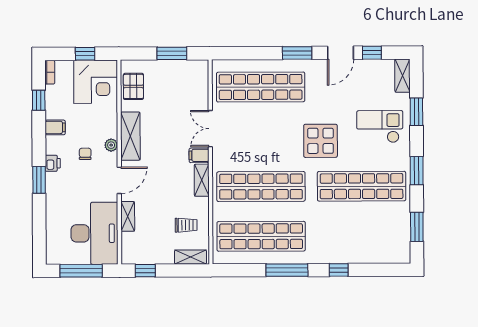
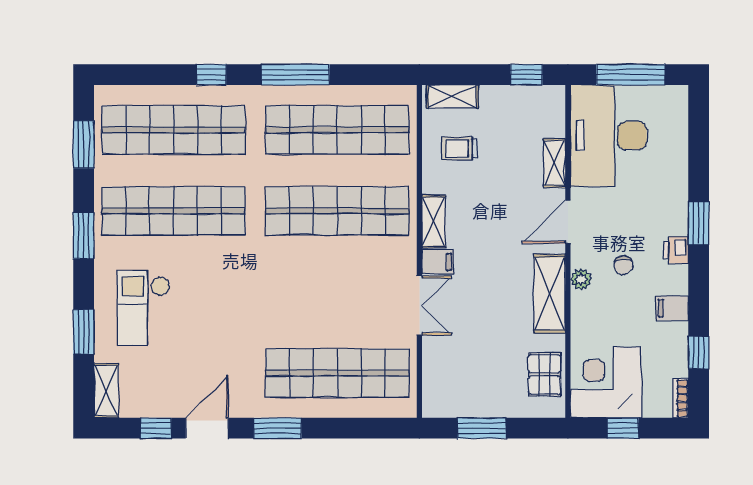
checkout: (380, 127) -> (143, 308), turned 90
display table: (321, 141) -> (240, 285), removed
shop shelf: (362, 236) -> (174, 130), added

